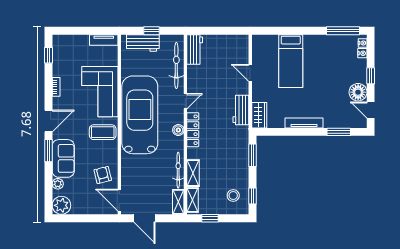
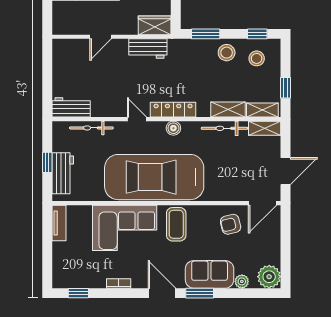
bicycle: (176, 65) -> (91, 128), width x0.73, depth x0.71
stool: (238, 172) -> (227, 53), added

